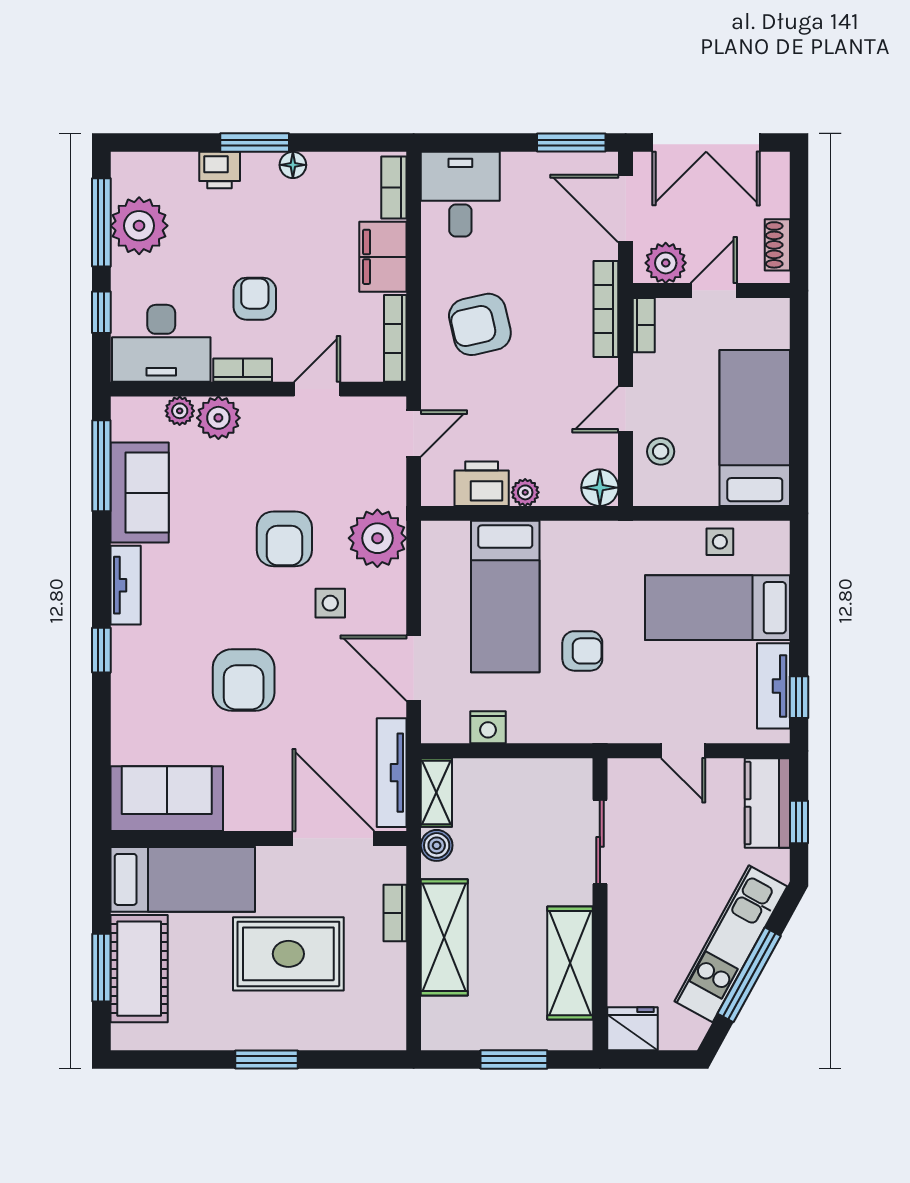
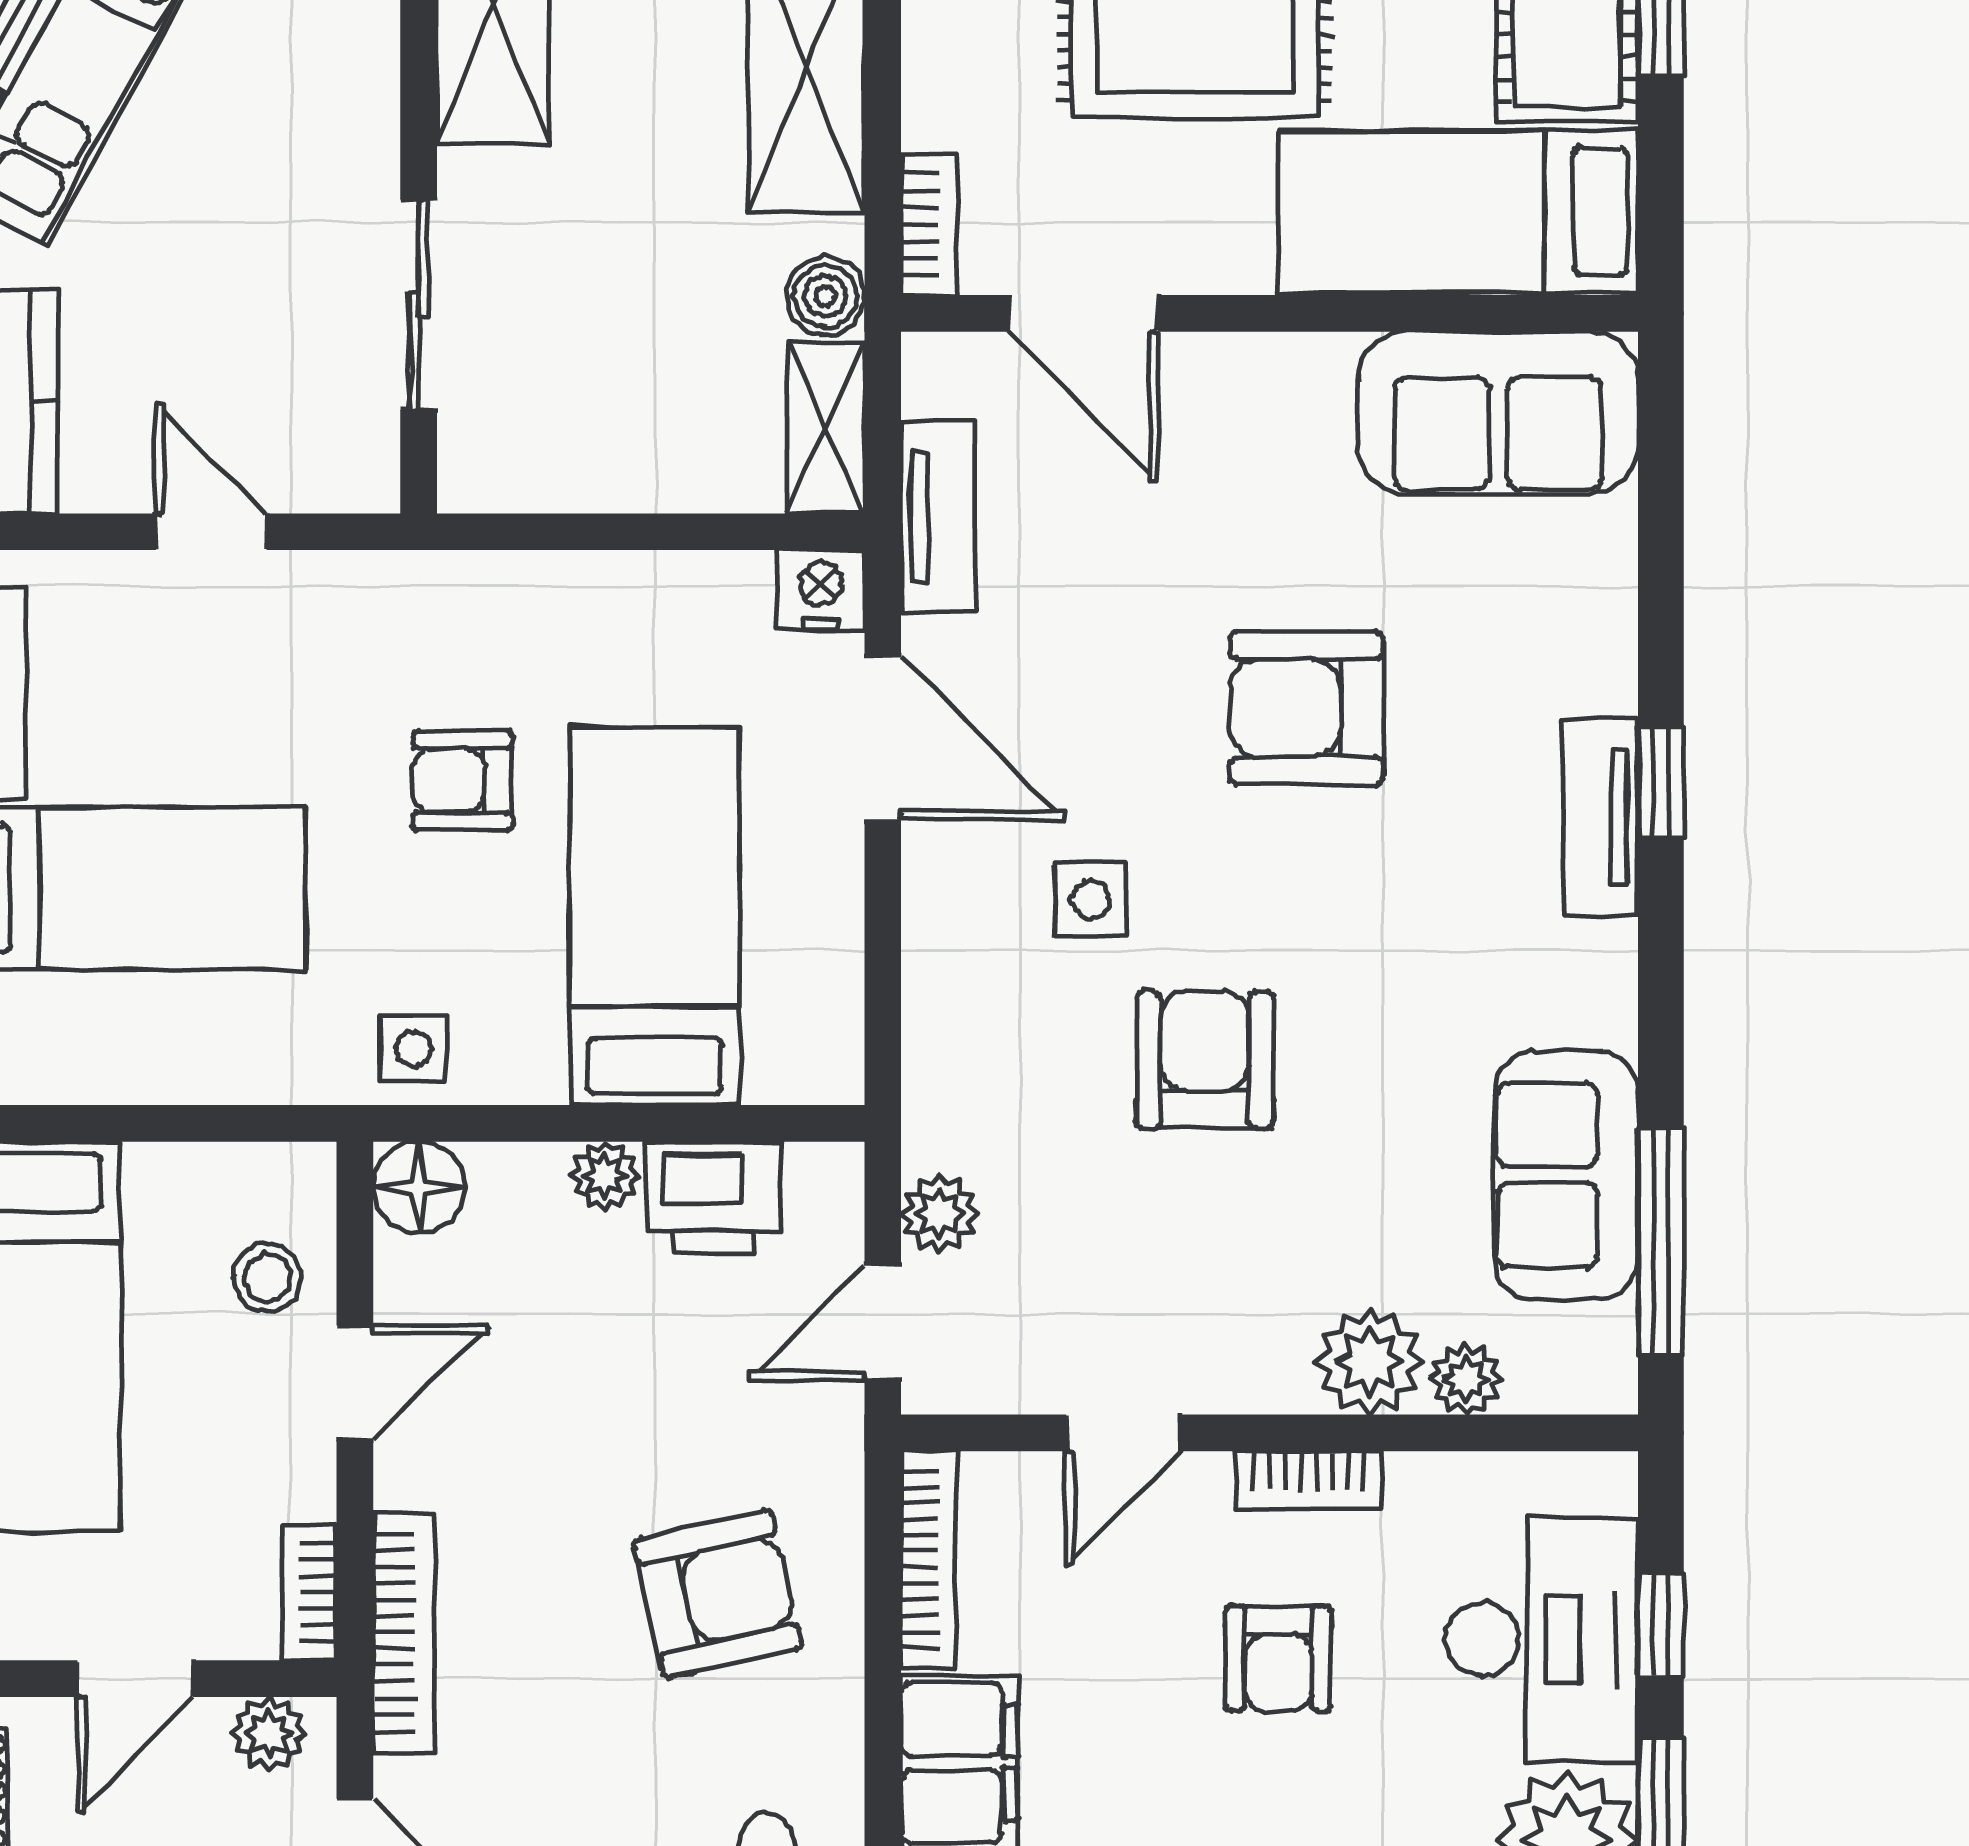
plant: (666, 263) -> (269, 1734), width x0.73, depth x0.73
desk: (161, 343) -> (1542, 1639), moved, turned 90
plant: (377, 538) -> (939, 1214), moved, width x0.53, depth x0.53
side table: (720, 542) -> (413, 1049), moved
tv unit: (126, 585) -> (1601, 817), moved
armchair: (244, 680) -> (1307, 708), turned -90
nightstand: (488, 727) -> (821, 590), moved
tv unit: (392, 773) -> (938, 517), width x0.71
door: (333, 838) -> (1083, 313), width x0.73
bookcase: (395, 913) -> (929, 224), moved

